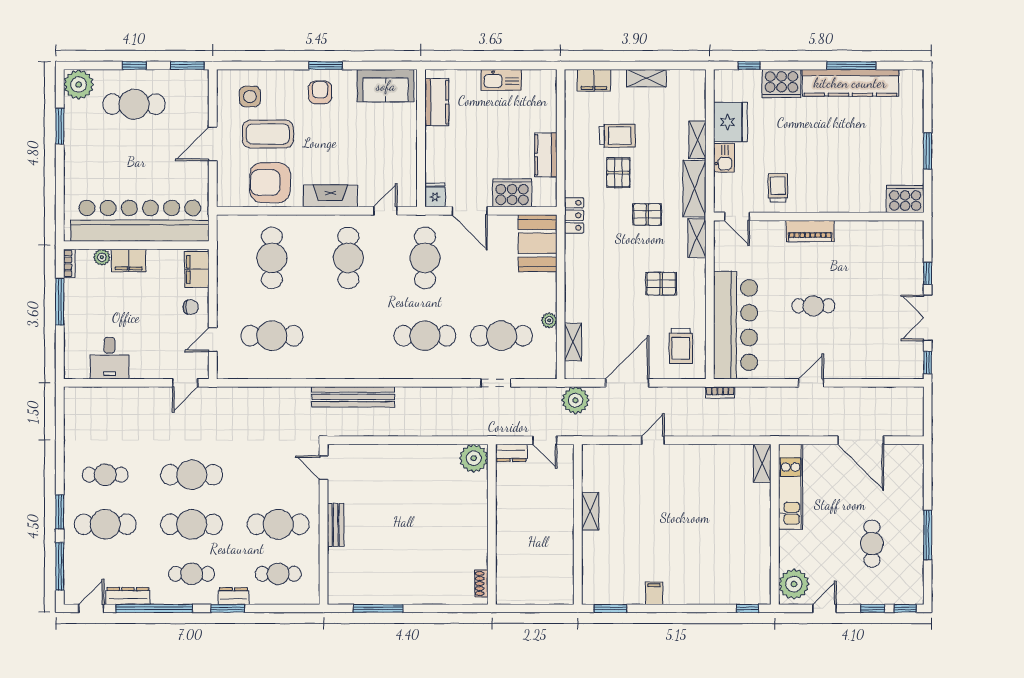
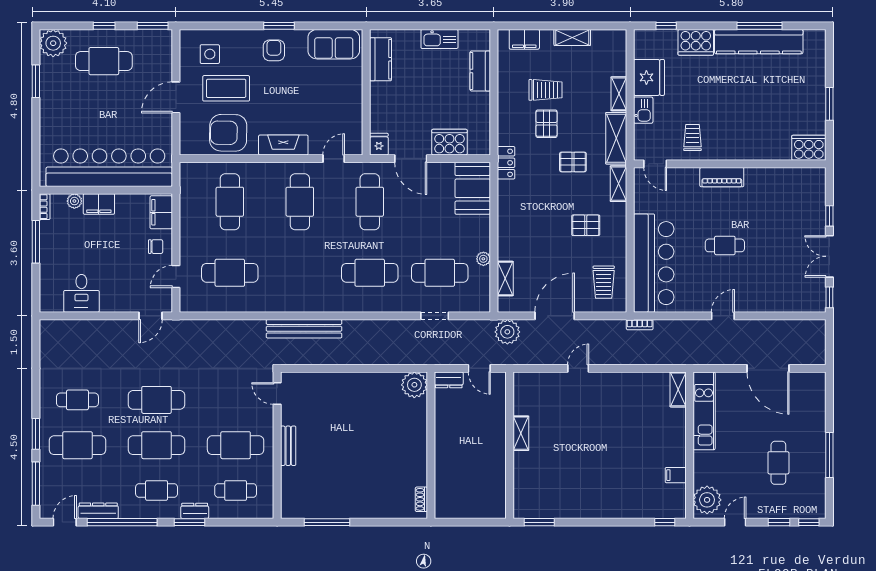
kitchen counter: (546, 155) -> (480, 71), moved
filing cabinet: (654, 593) -> (676, 475), moved, turned -90

